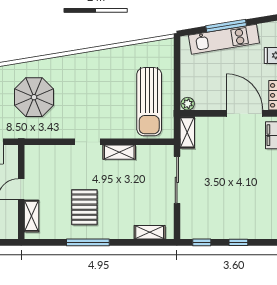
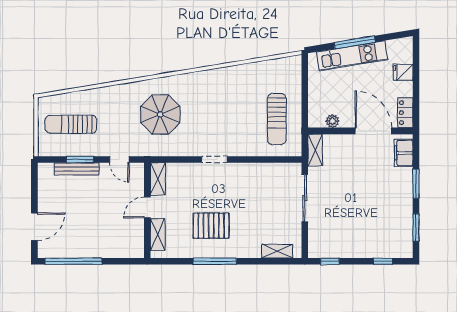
sun lounger: (149, 102) -> (277, 119), width x0.73, depth x0.75
plant: (188, 104) -> (332, 121), moved
shelving: (119, 152) -> (158, 179), moved, turned 90
pallet: (84, 207) -> (211, 226), turned 90
window: (238, 242) -> (383, 261), moved

